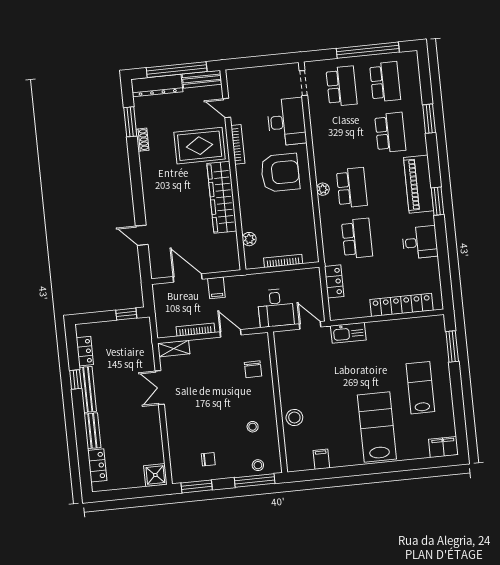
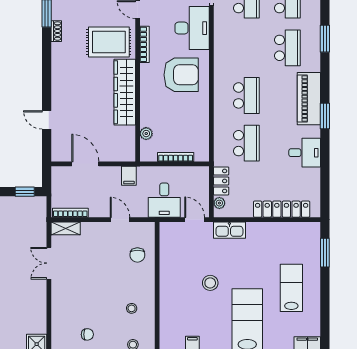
plant: (323, 189) -> (219, 203), moved
filing cabinet: (216, 288) -> (129, 176), moved
bookcase: (195, 330) -> (70, 213), moved
stool: (294, 418) -> (210, 283), moved

